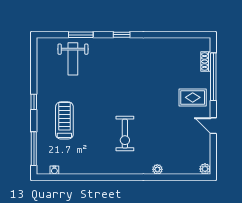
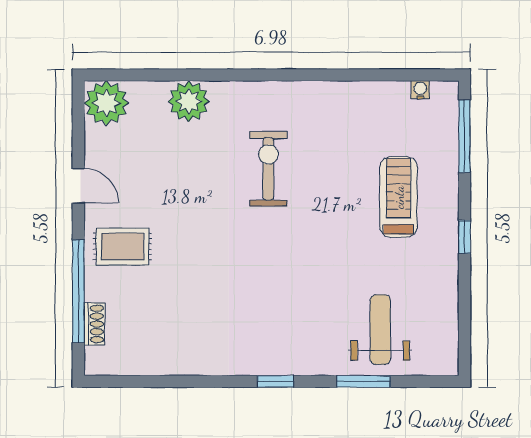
treadmill: (64, 120) -> (399, 197), turned 180
plant: (157, 169) -> (189, 101), width x1.87, depth x1.87
plant: (205, 169) -> (106, 103), width x1.87, depth x1.87

